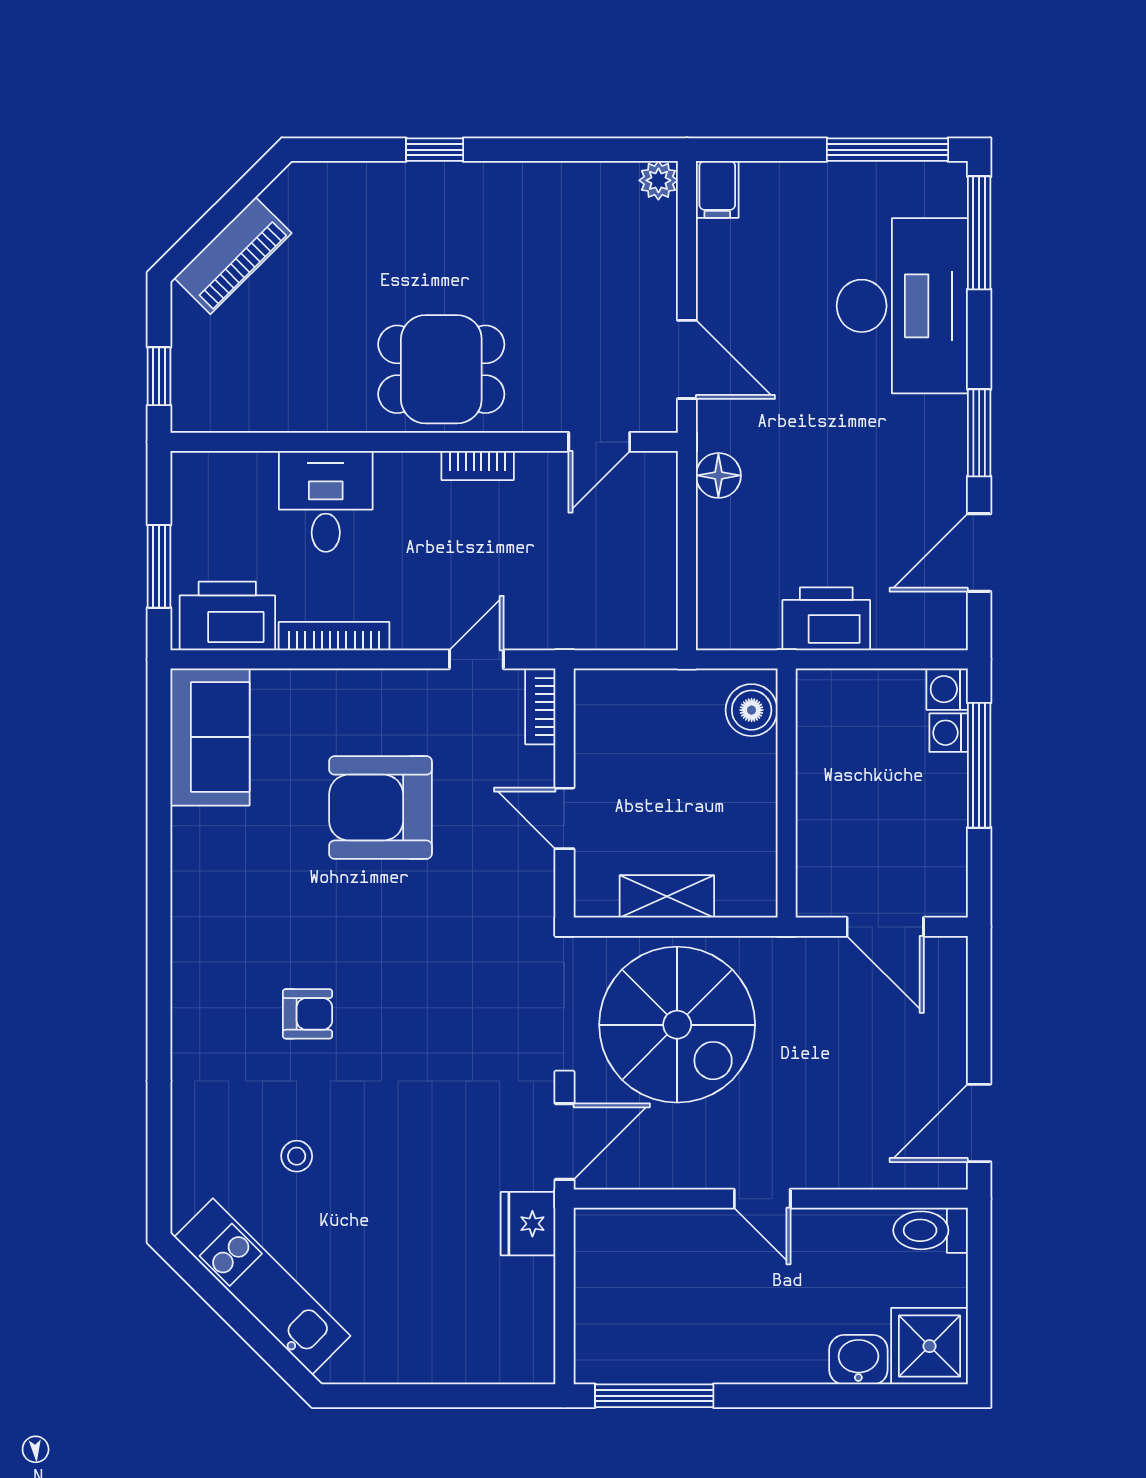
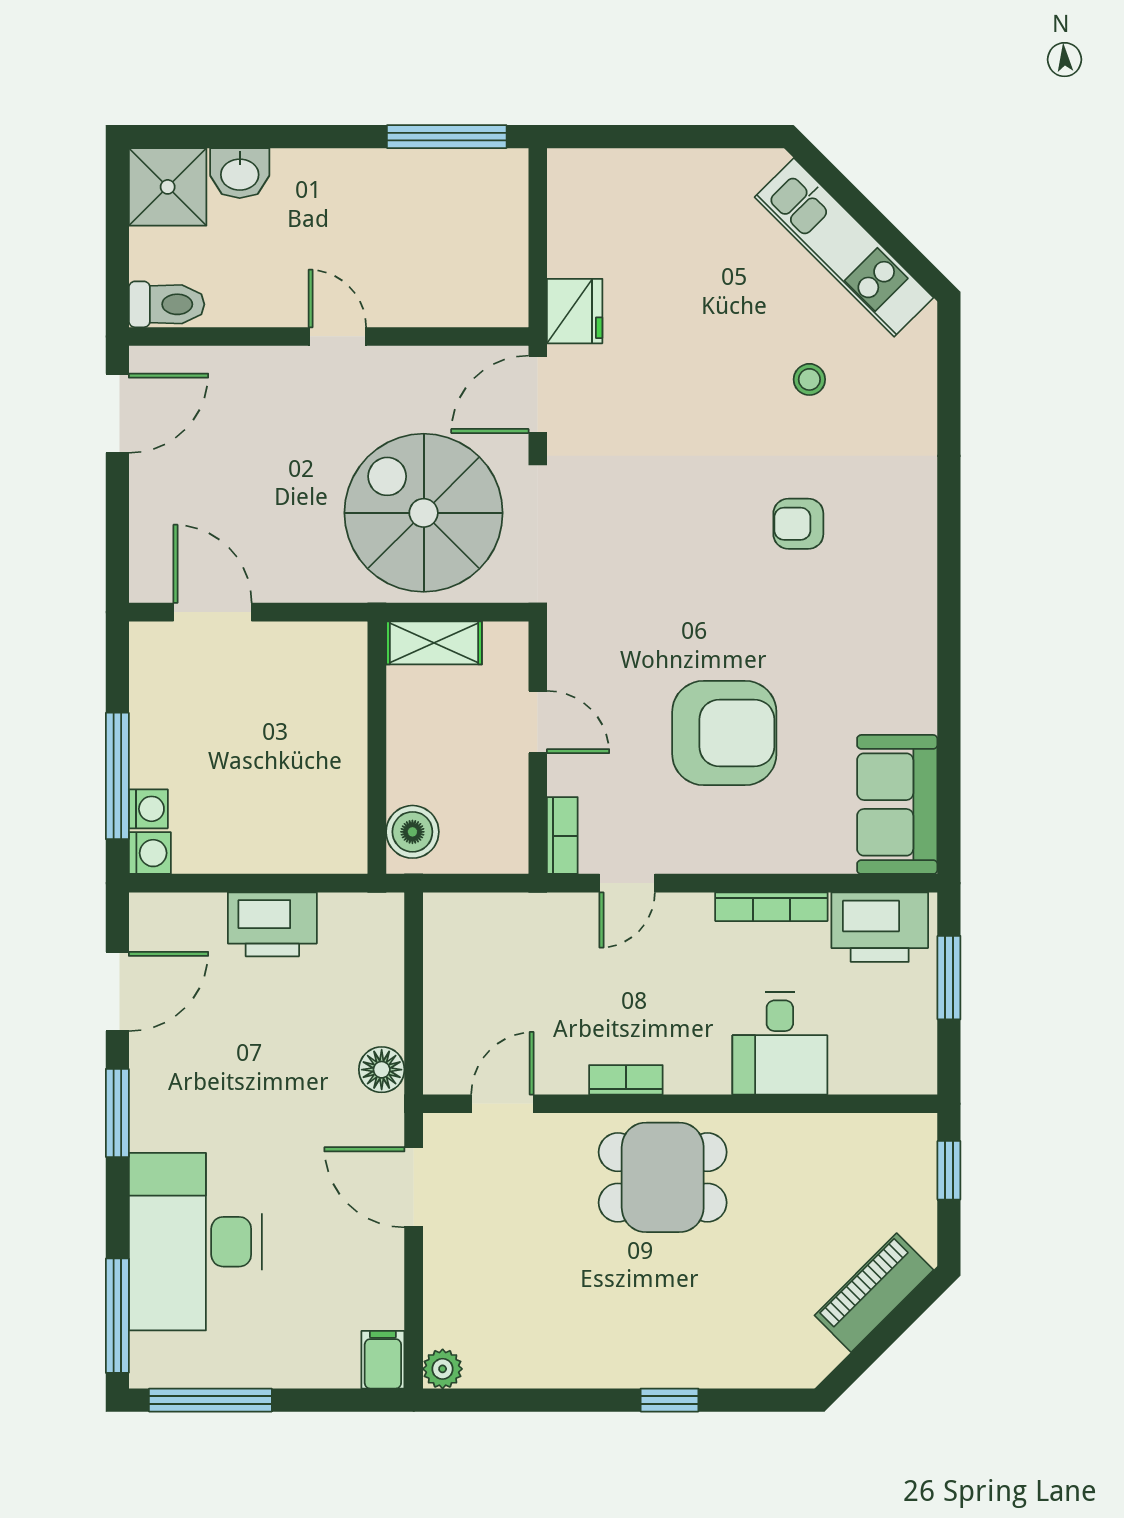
boiler: (752, 710) -> (412, 832), moved
wall: (787, 793) -> (377, 748), moved

